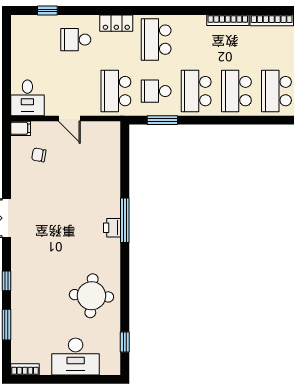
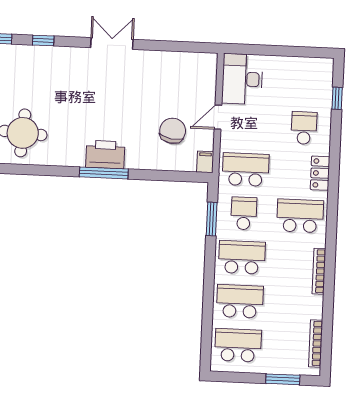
bookcase: (228, 20) -> (319, 271), moved
desk: (27, 98) -> (242, 79), width x1.37
filing cabinet: (21, 128) -> (205, 162), moved, turned 180
chair: (39, 155) -> (173, 131), moved, width x1.87, depth x1.87
printer: (112, 228) -> (105, 155), width x1.87, depth x1.48

